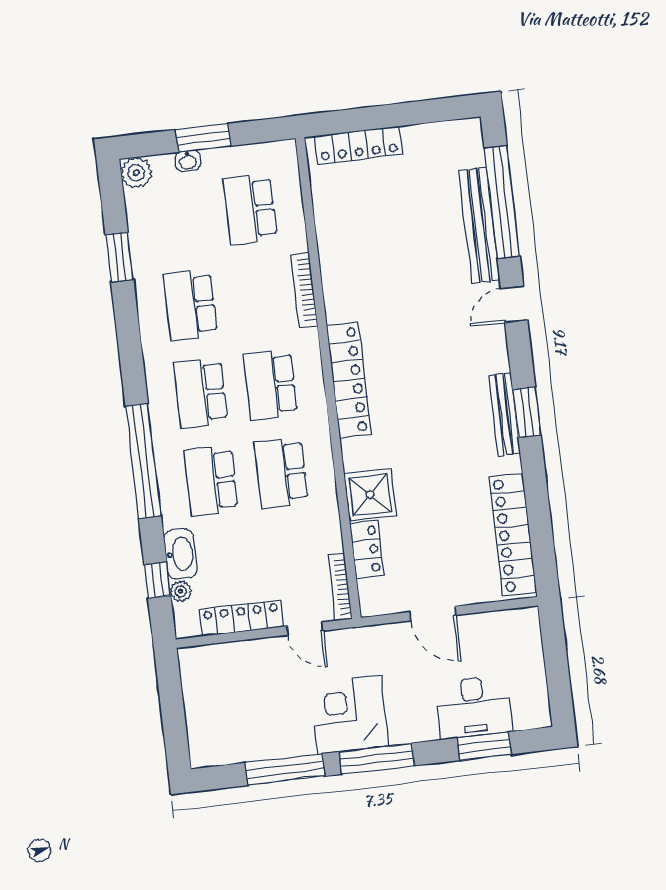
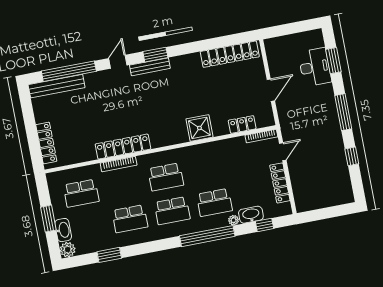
washbasin: (188, 161) -> (63, 230), width x1.91, depth x1.45
bench: (479, 225) -> (57, 86), moved
door: (514, 304) -> (118, 62), swing flipped
locker: (349, 380) -> (123, 147), moved
window: (527, 412) -> (155, 55), moved
bench: (504, 414) -> (150, 67), moved
school desk: (281, 473) -> (208, 169), removed
shower: (370, 495) -> (199, 128), moved
plant: (180, 591) -> (234, 220), moved
corner desk: (349, 714) -> (323, 127), removed
window: (285, 769) -> (352, 156), width x0.46

